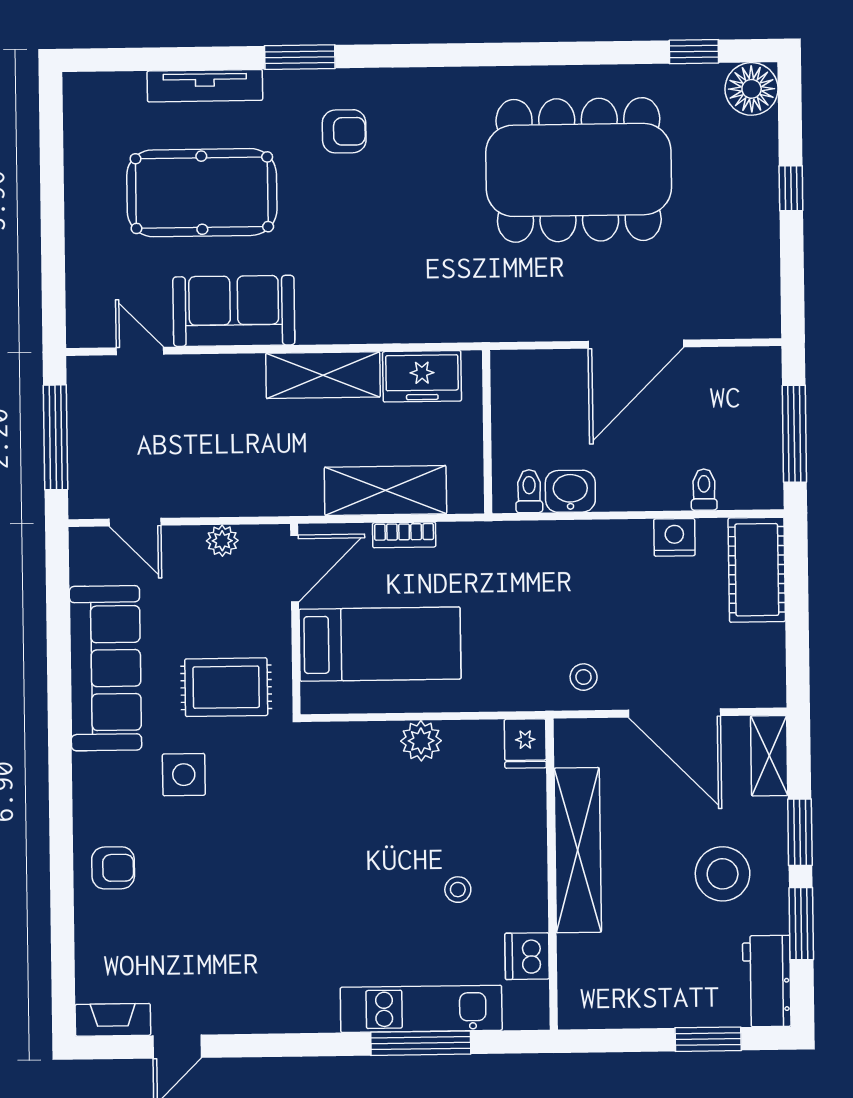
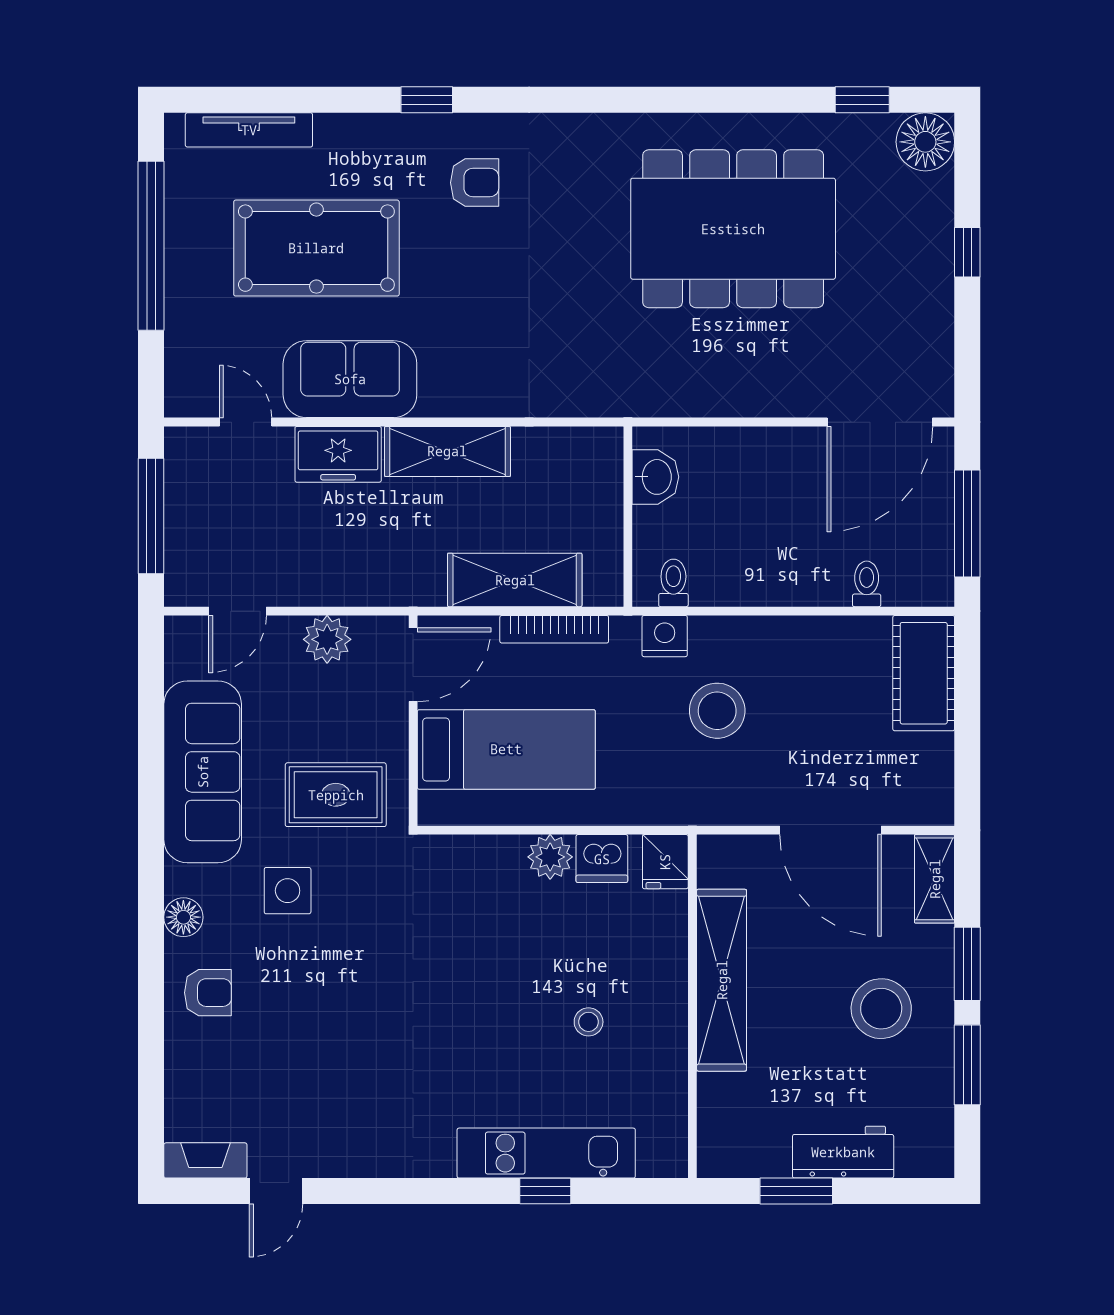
window: (300, 57) -> (427, 100), width x0.67
tv unit: (205, 86) -> (249, 130), moved
window: (52, 193) -> (151, 246), added
door: (636, 344) -> (880, 422), moved
freezer: (422, 376) -> (338, 454), moved
washbasin: (570, 491) -> (655, 477), moved, turned 90
door: (135, 522) -> (238, 611), hinge flipped
bookcase: (404, 535) -> (554, 629), width x1.56
nightstand: (674, 537) -> (665, 636), moved
plant: (222, 541) -> (327, 639), width x1.38, depth x1.38
stool: (584, 677) -> (717, 711), moved, width x1.89, depth x1.89
floor lamp: (90, 800) -> (183, 917), added
dishwasher: (527, 956) -> (602, 859), moved, turned -90
workbench: (767, 981) -> (843, 1152), moved, turned 90
window: (708, 1039) -> (796, 1191), moved
window: (421, 1043) -> (545, 1191), width x0.46

